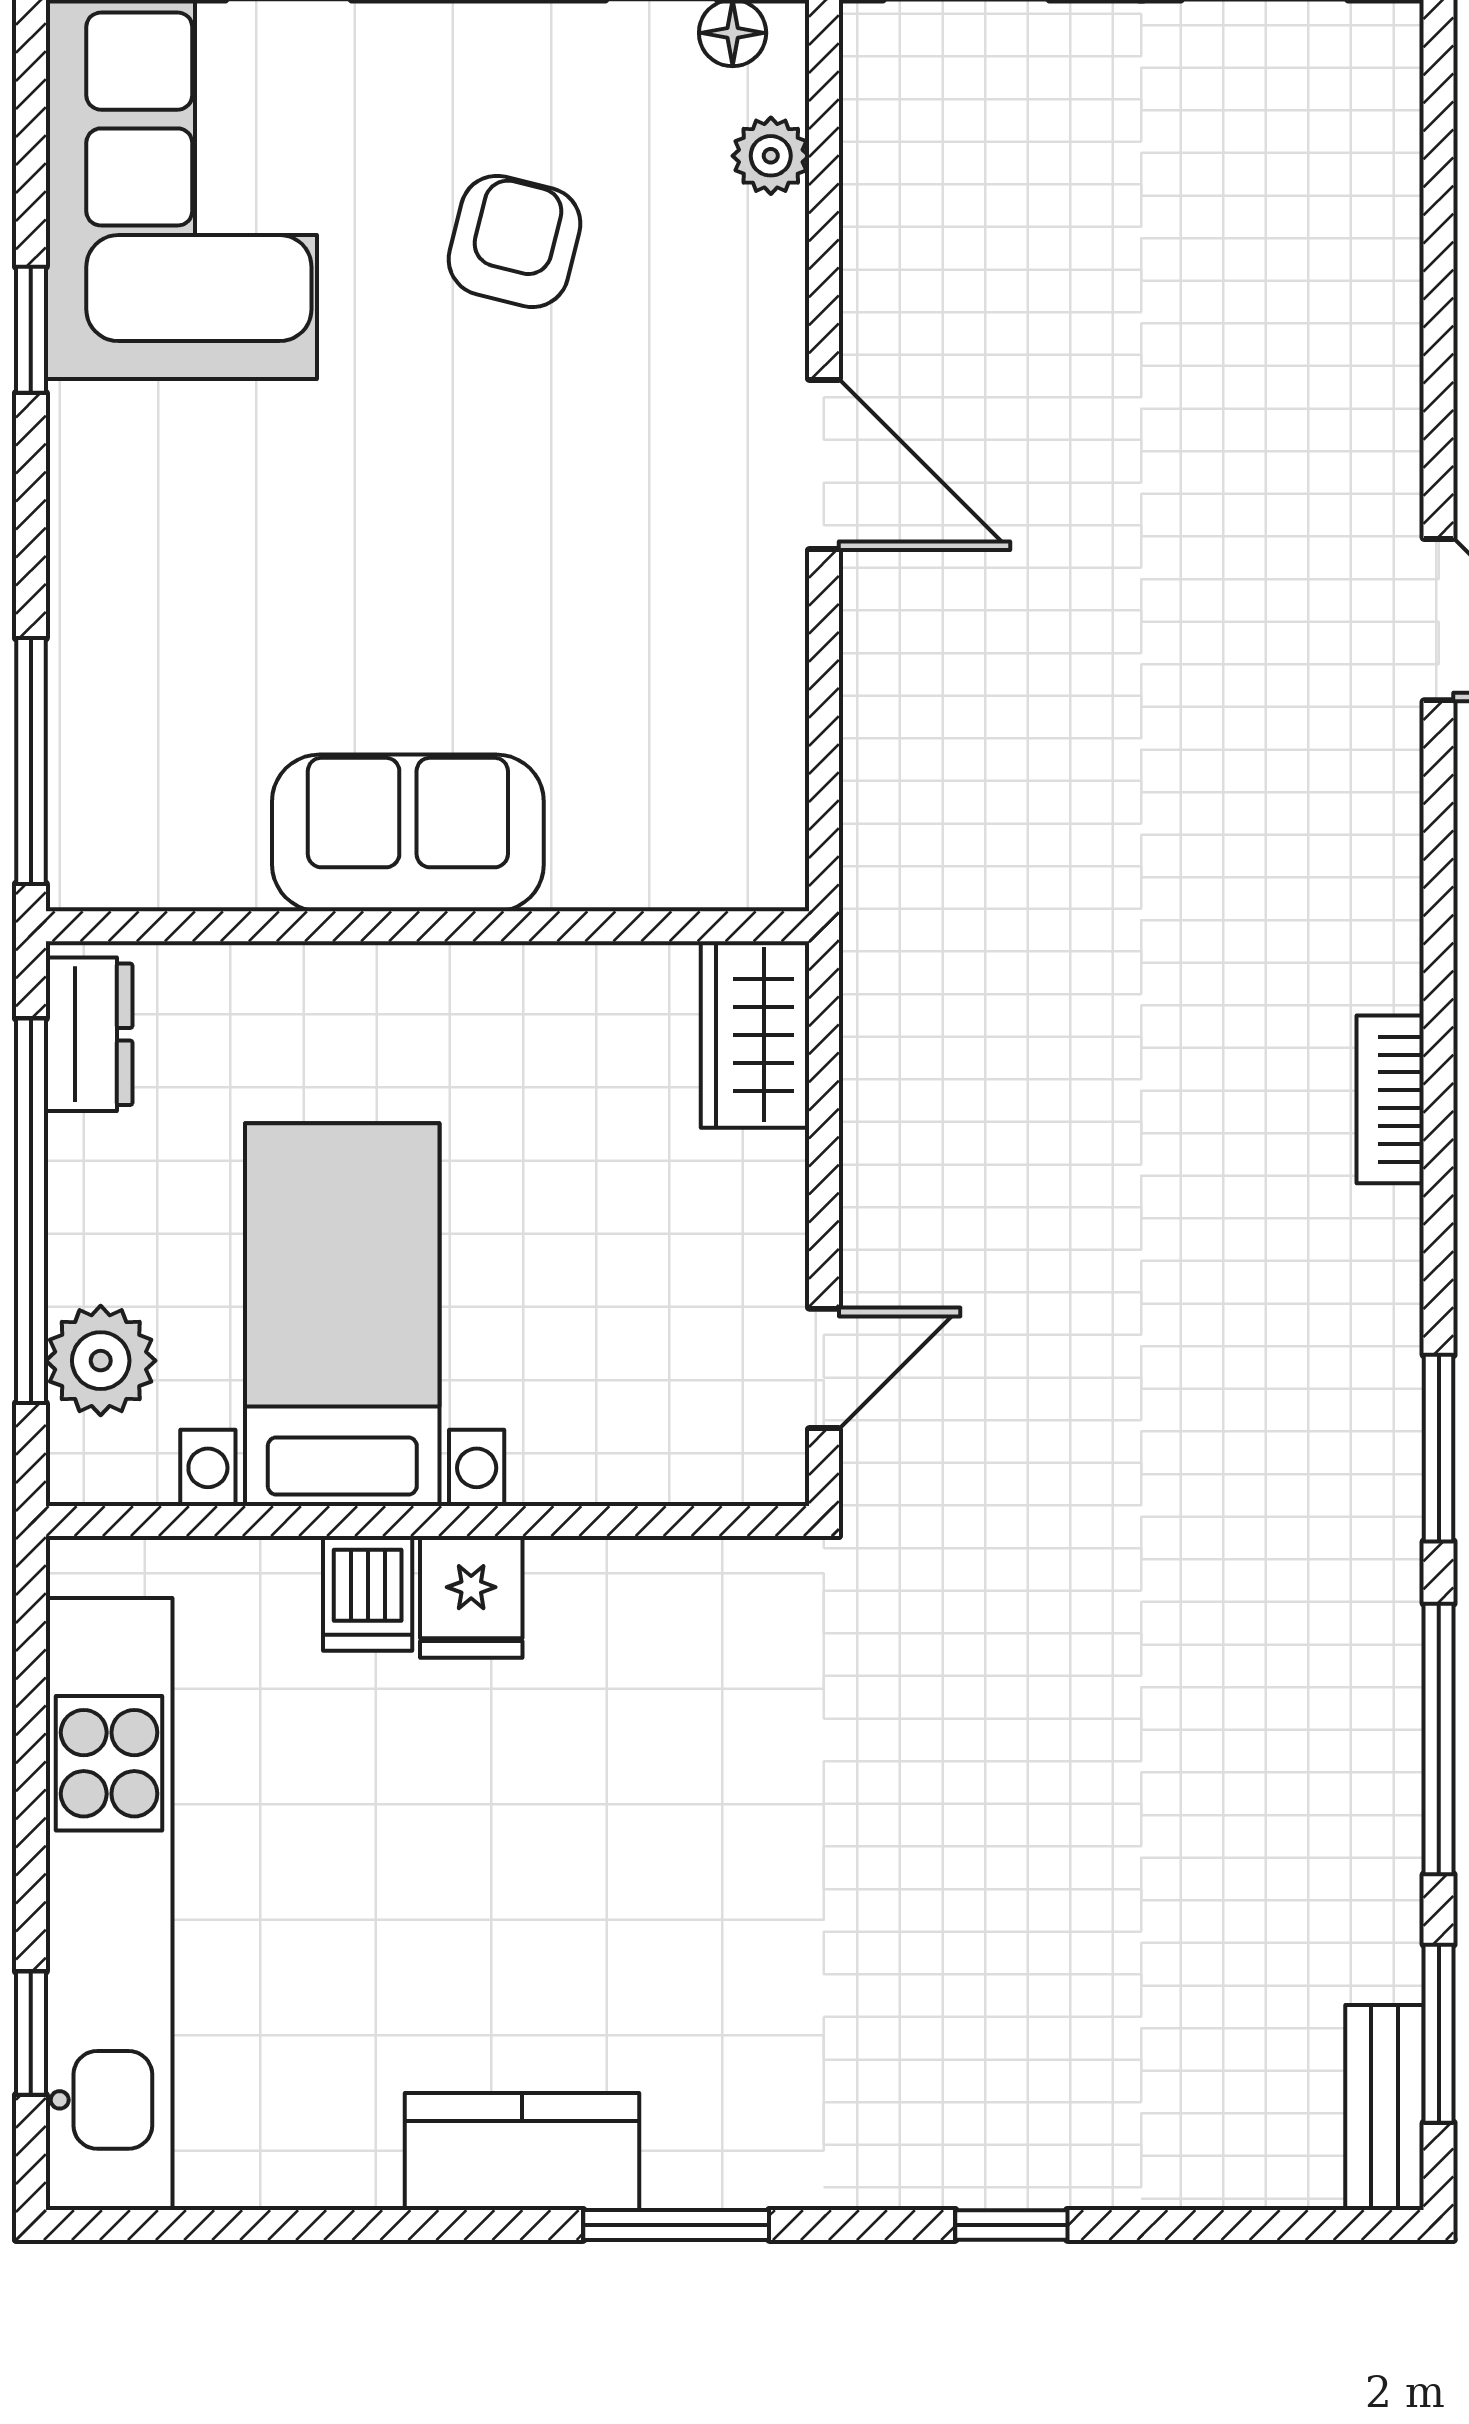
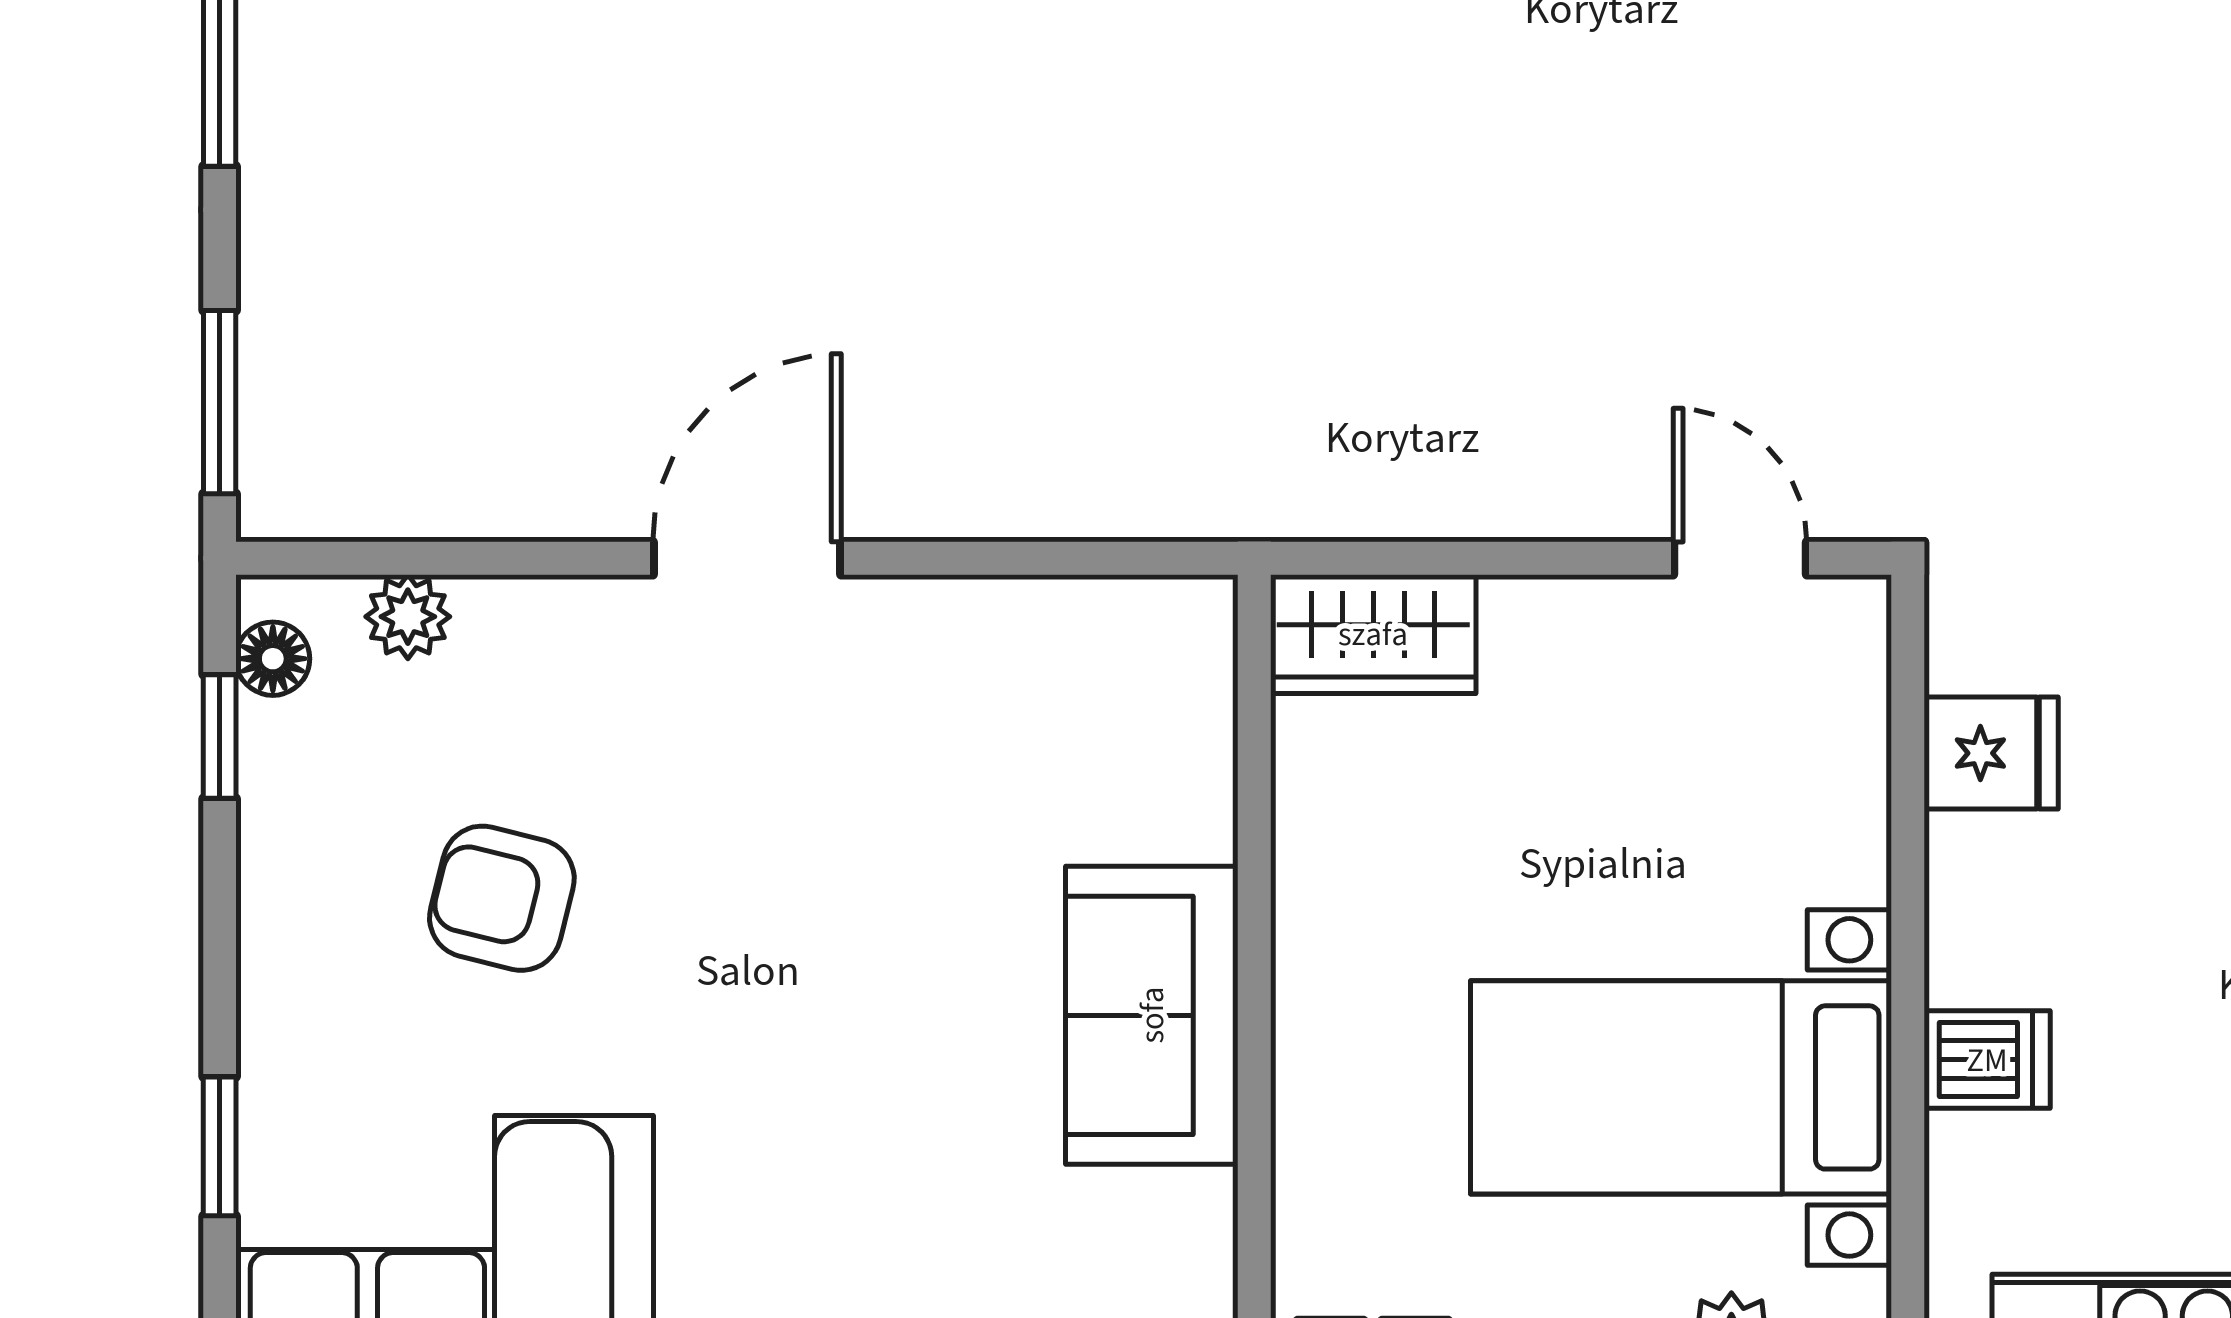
fridge: (471, 1597) -> (1991, 753), moved

